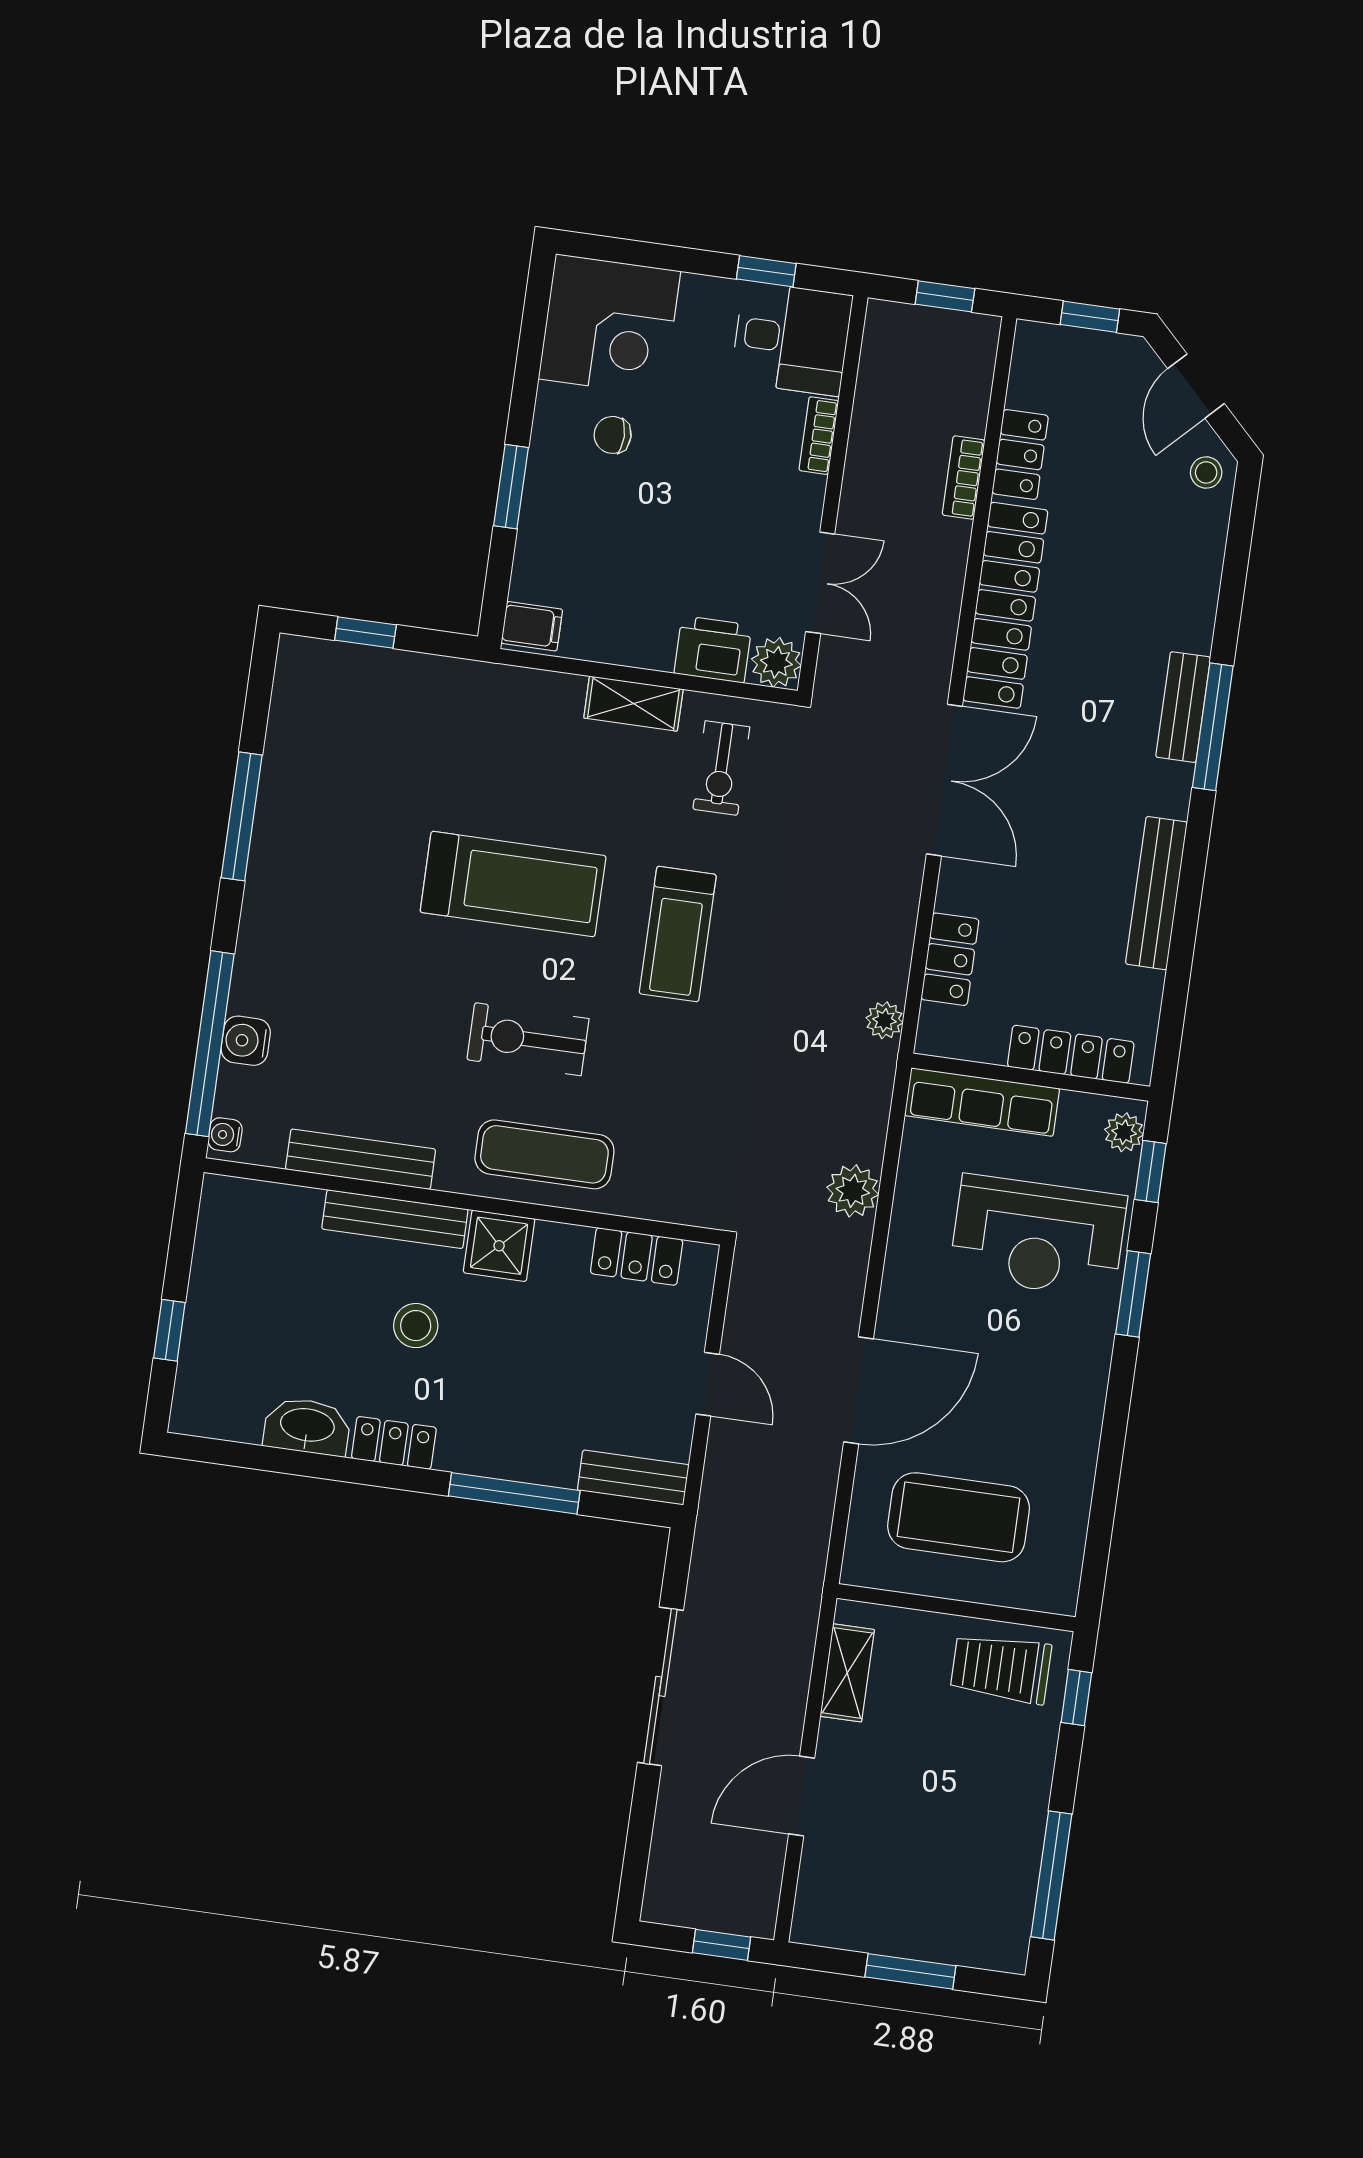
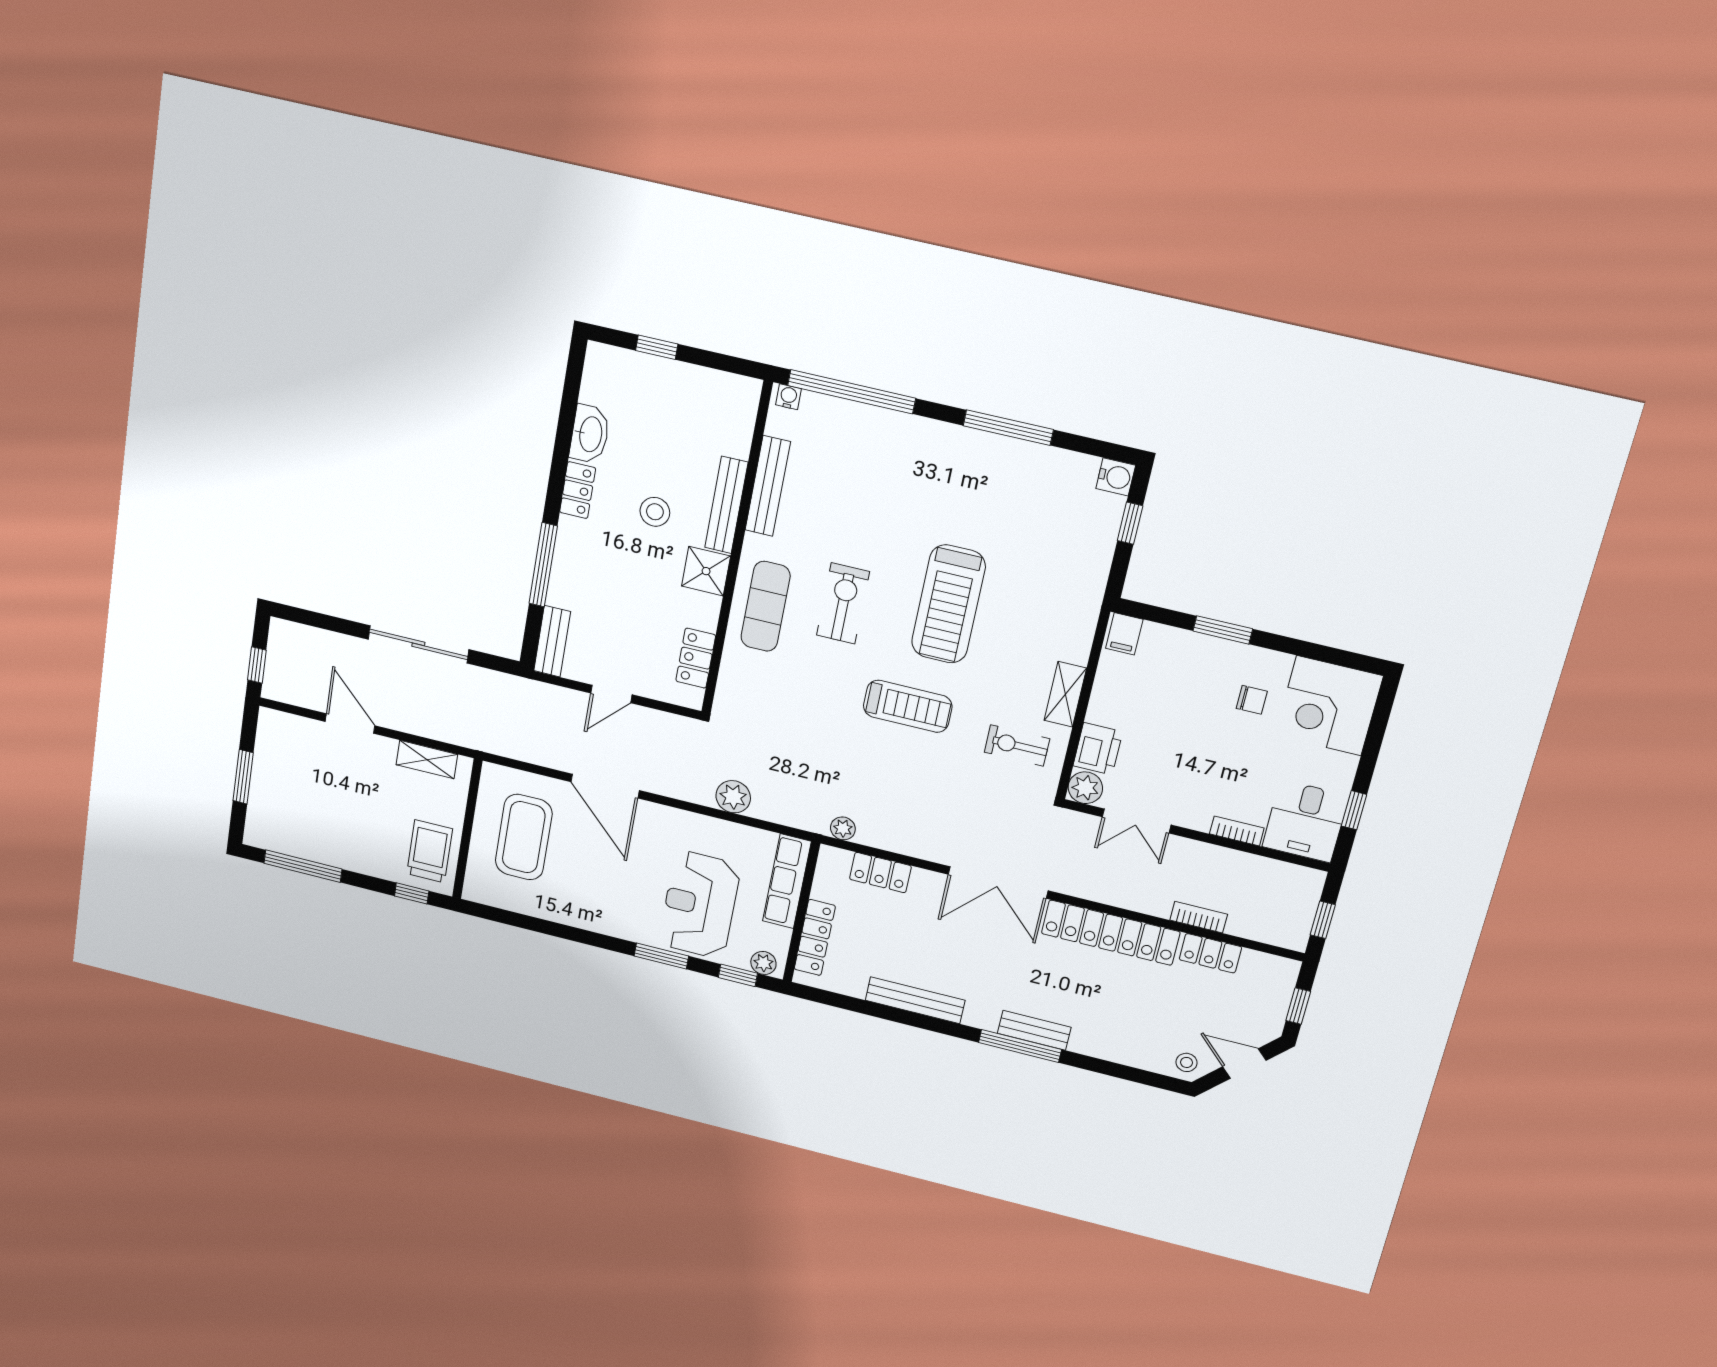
chair: (613, 435) -> (1252, 700), turned 90
treadmill: (678, 934) -> (908, 706), turned 180
water cooler: (246, 1041) -> (1116, 477), moved, turned 90

